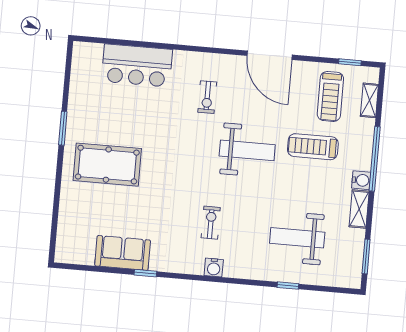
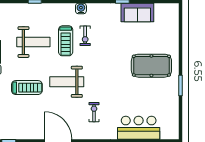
treadmill: (330, 96) -> (66, 41), moved, turned 180
weight bench: (297, 238) -> (33, 42), moved

